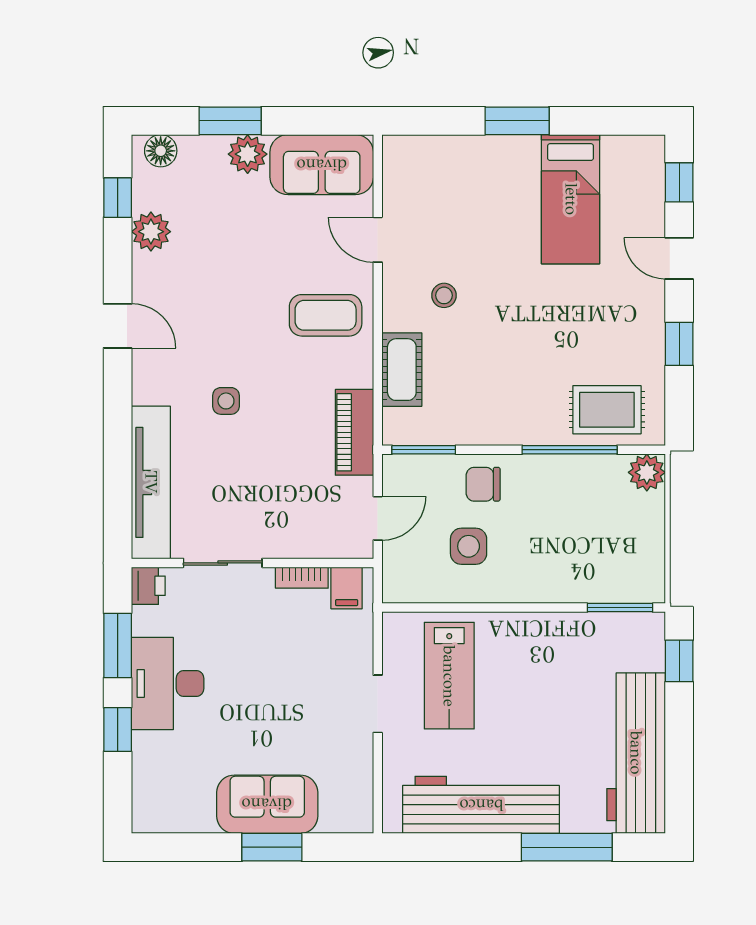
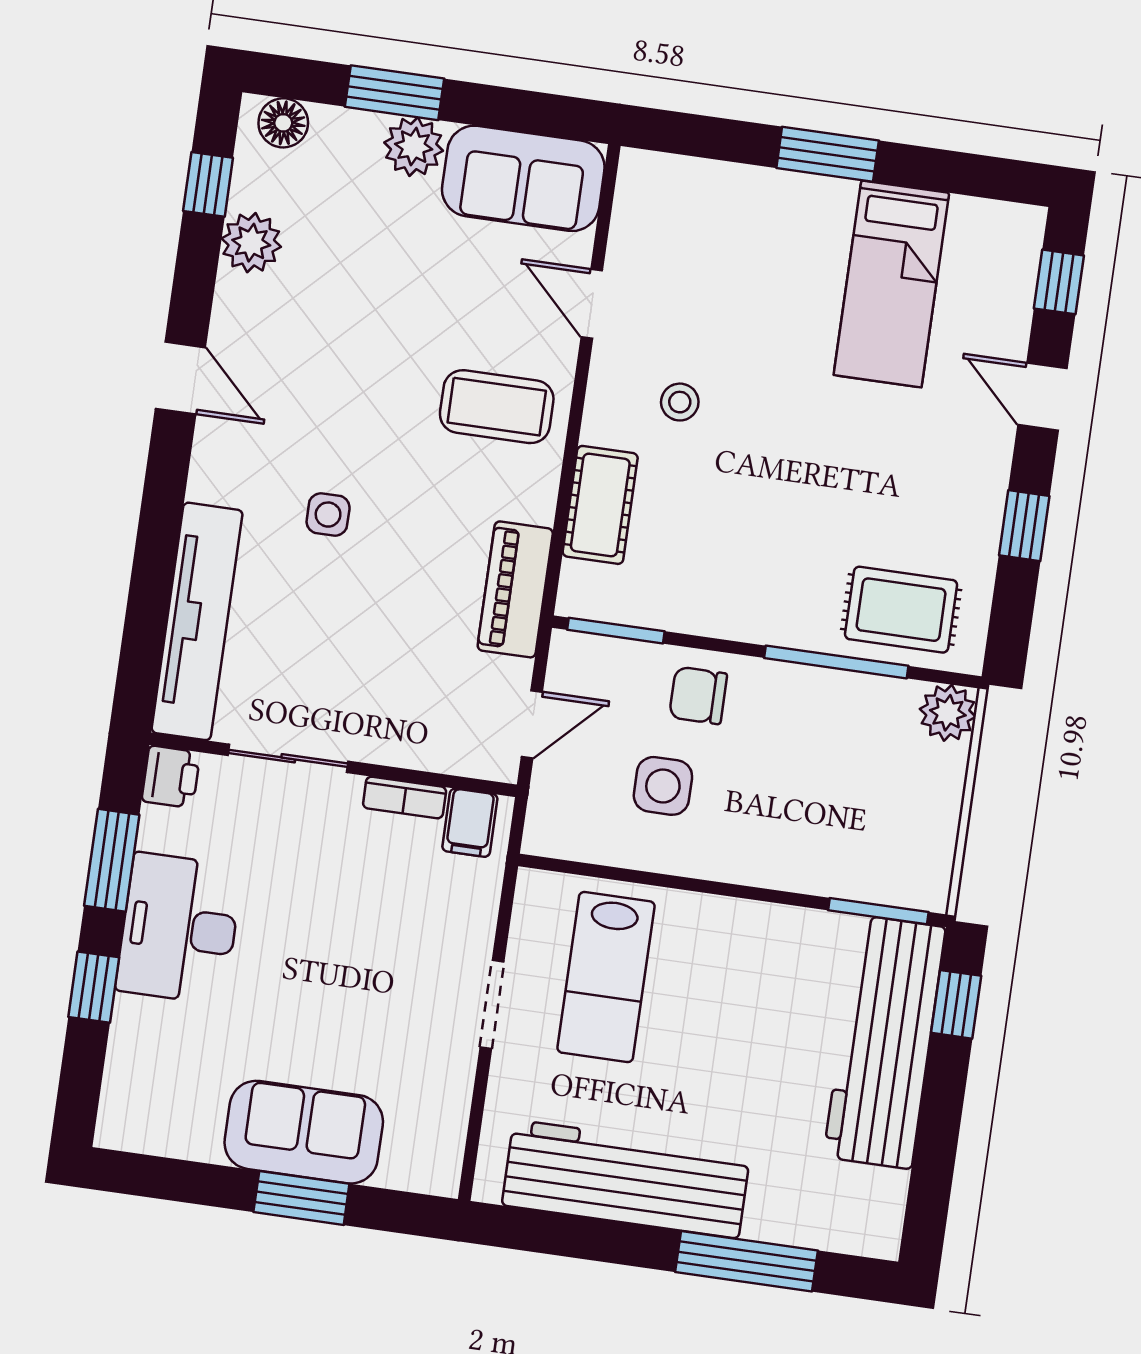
workbench: (636, 753) -> (884, 1042), moved

